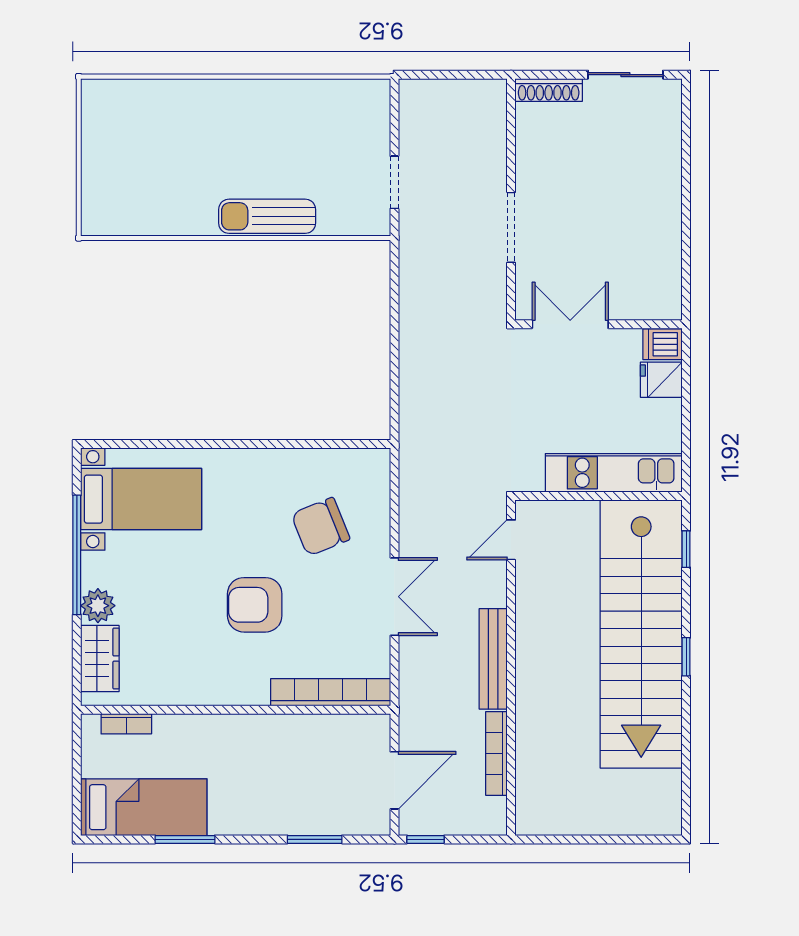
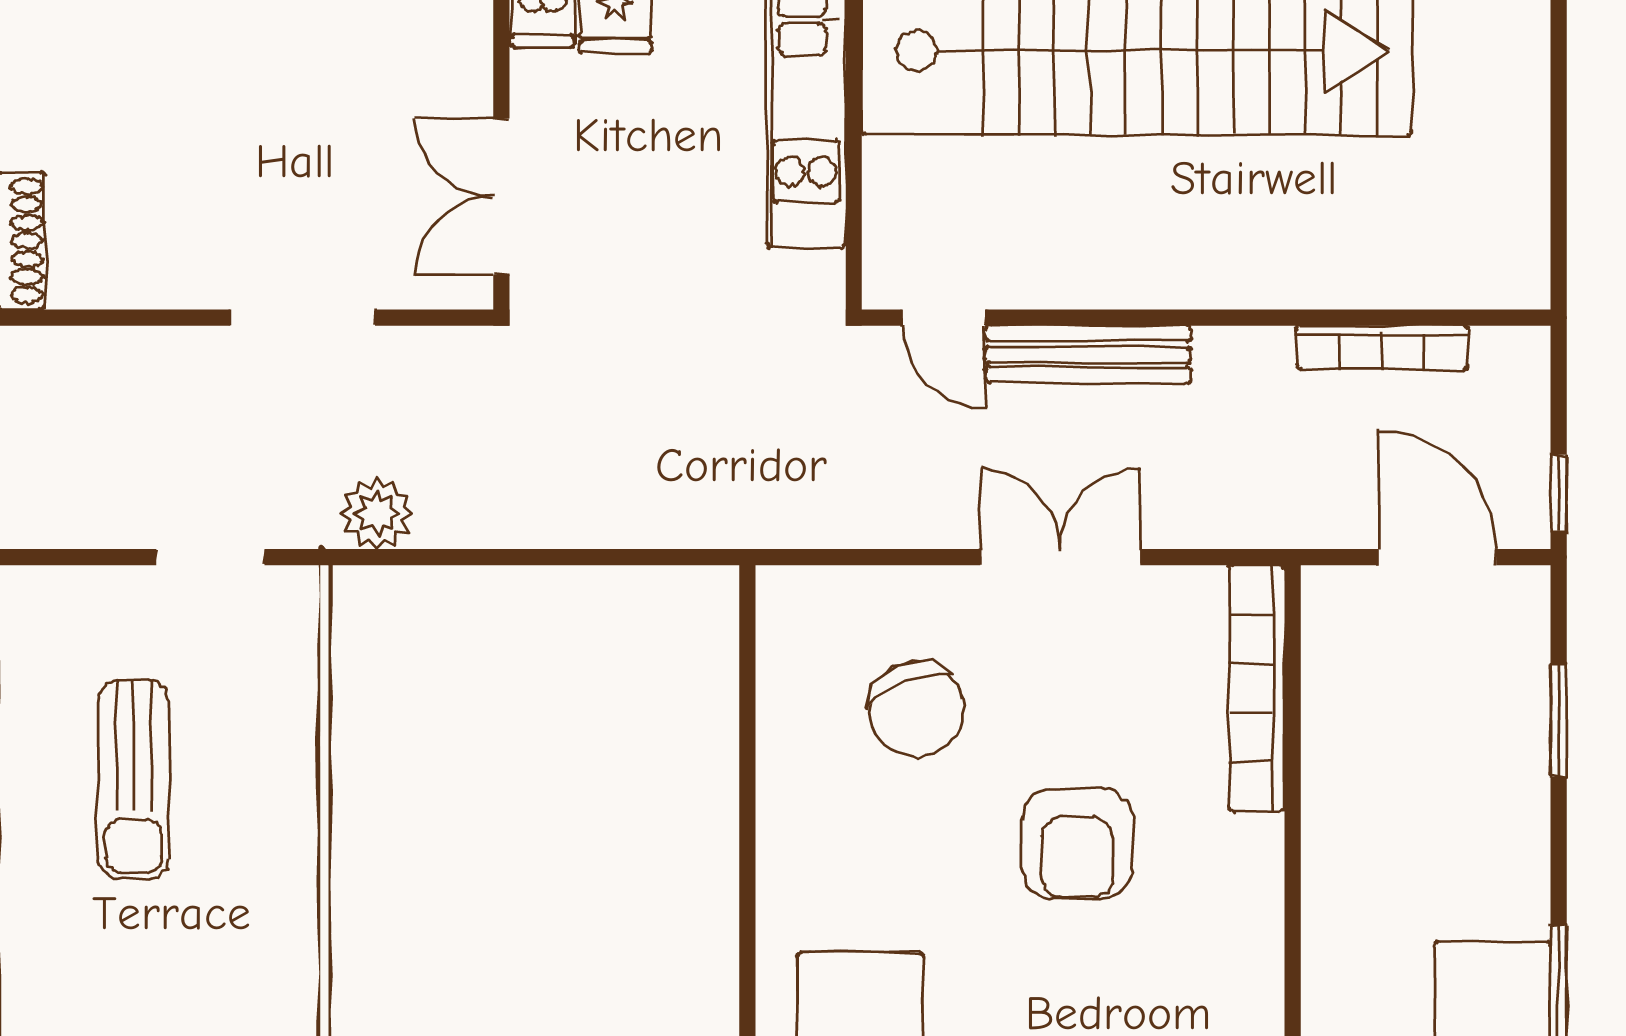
sun lounger: (267, 216) -> (134, 779), moved
plant: (416, 264) -> (377, 513), added
bench: (493, 659) -> (1088, 354), moved

